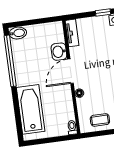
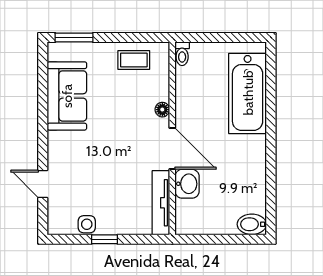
tv unit: (72, 33) -> (161, 203), width x1.41
window: (10, 61) -> (271, 179), removed
door: (70, 71) -> (172, 149), hinge flipped

